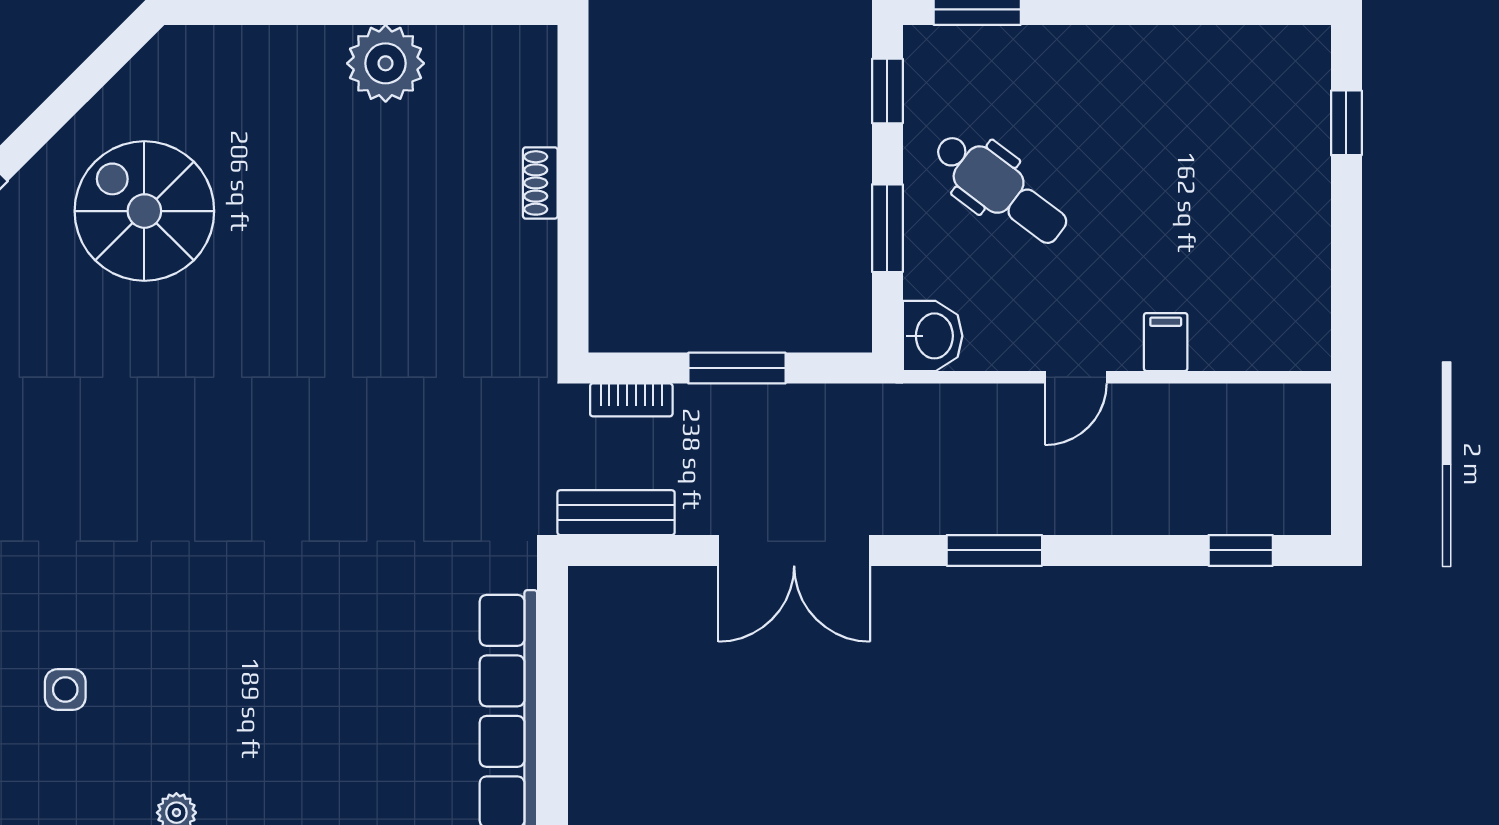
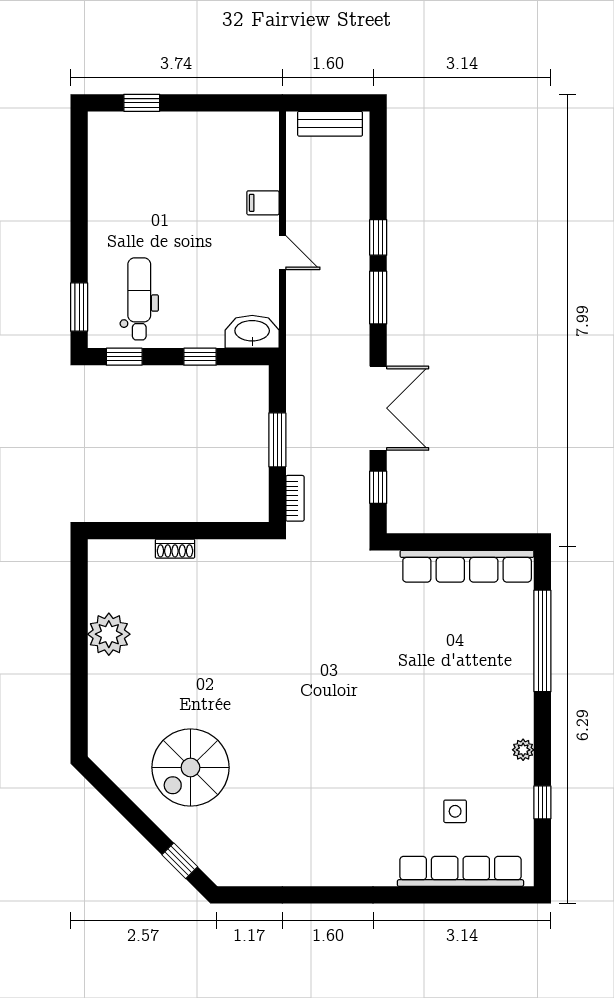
dental chair: (1000, 188) -> (139, 299), moved, turned -37
window: (887, 228) -> (200, 357), width x0.67
washbasin: (933, 336) -> (252, 332), width x1.38
bench: (616, 513) -> (330, 124), moved, turned 90
window: (651, 550) -> (378, 487), added
window: (1241, 550) -> (378, 237), moved

